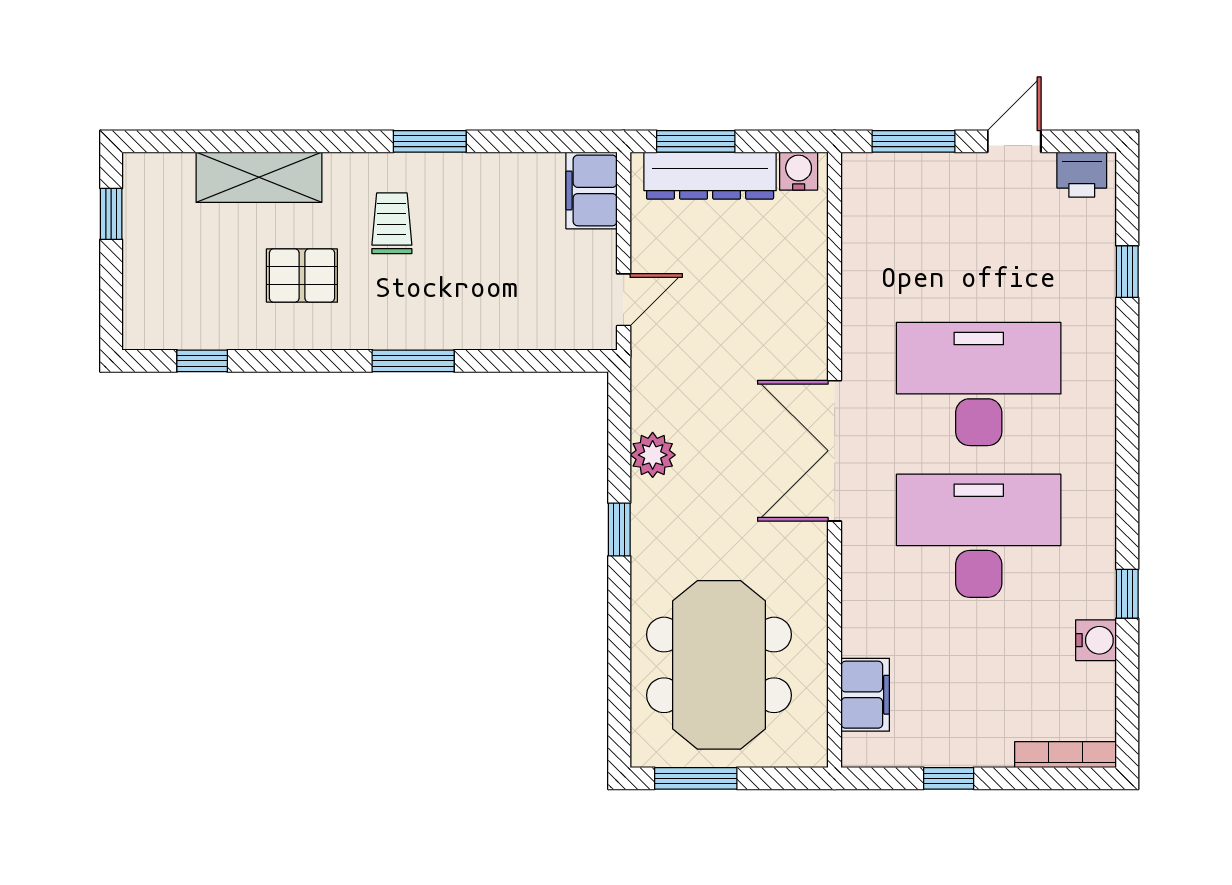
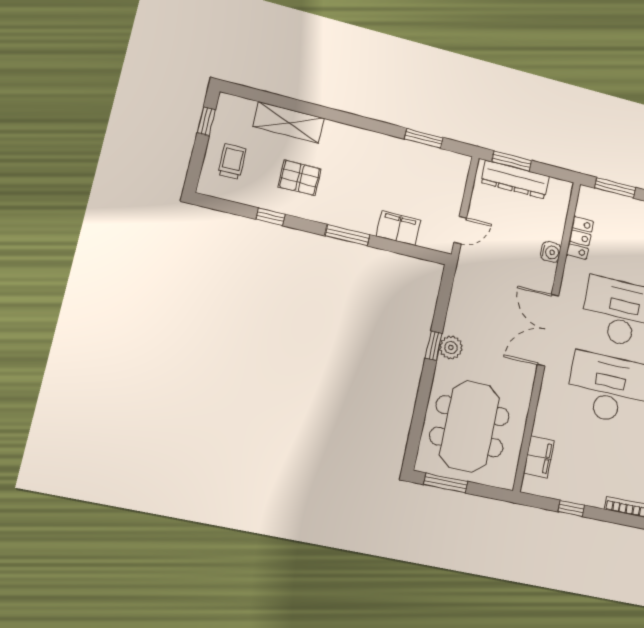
window: (430, 141) -> (424, 138), moved
water cooler: (799, 171) -> (551, 252), moved, turned 90
filing cabinet: (591, 190) -> (398, 228), moved, turned 90
trolley: (392, 223) -> (232, 162), moved
locker: (862, 258) -> (580, 238), added
window: (202, 361) -> (270, 217), moved
plant: (653, 455) -> (451, 347), moved

